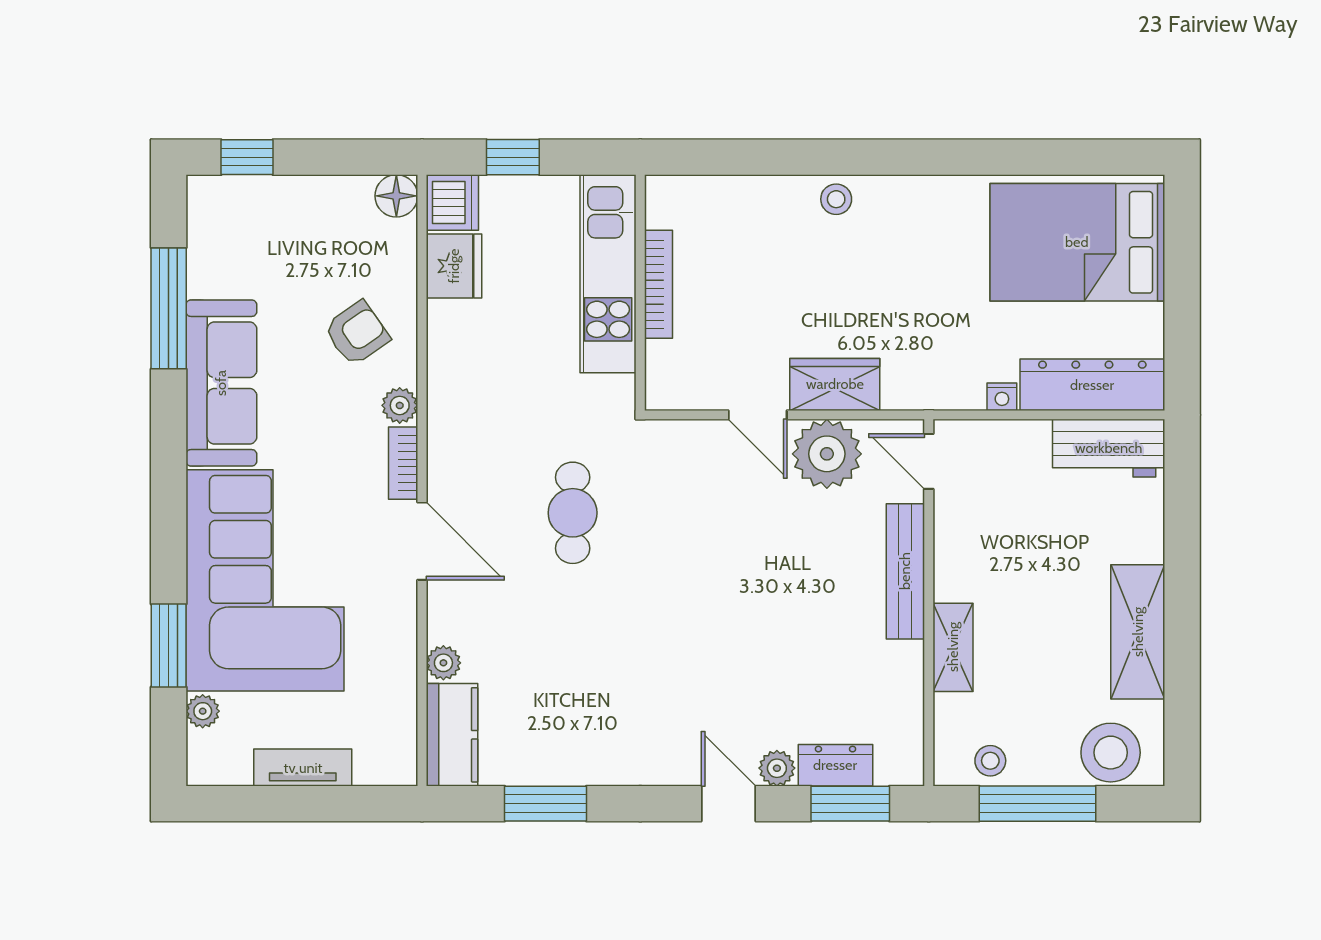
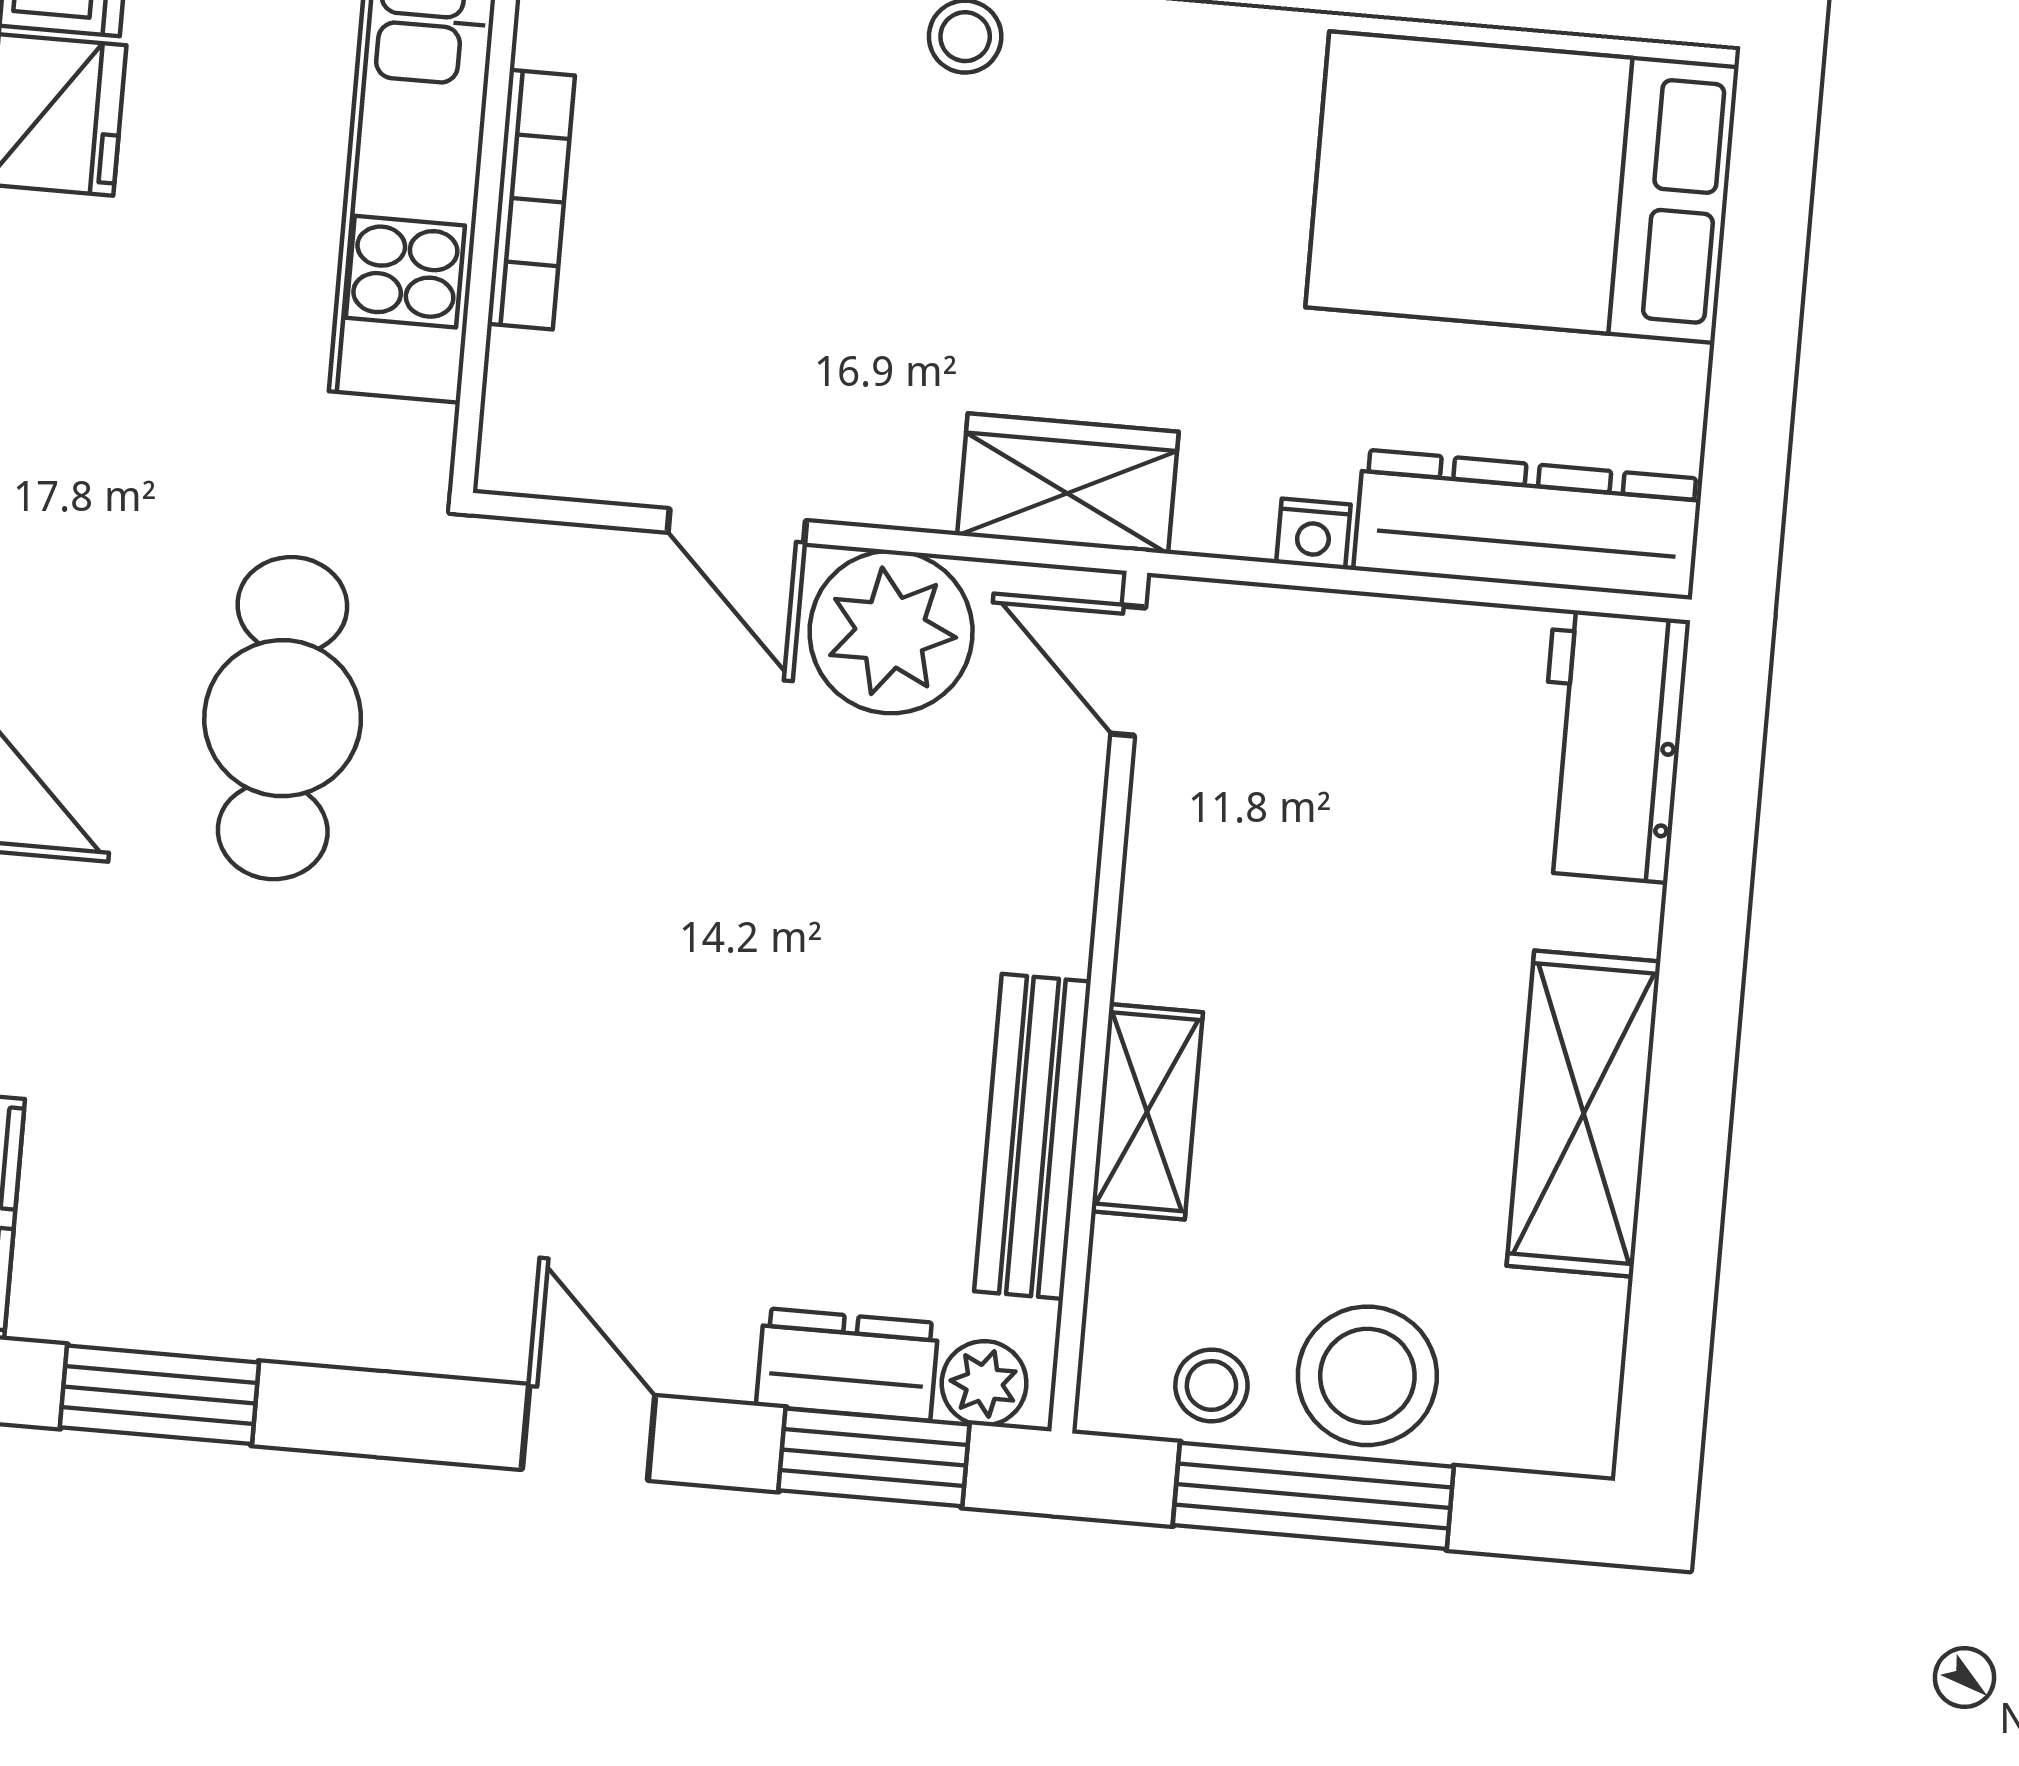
wardrobe: (835, 384) -> (1068, 484), moved
workbench: (1109, 448) -> (1611, 746), moved, turned 90
cafe table: (573, 513) -> (283, 718), width x1.37, depth x1.35
bench: (905, 571) -> (1032, 1136), moved
stool: (1111, 753) -> (1367, 1376), moved
plant: (777, 768) -> (984, 1383), moved

